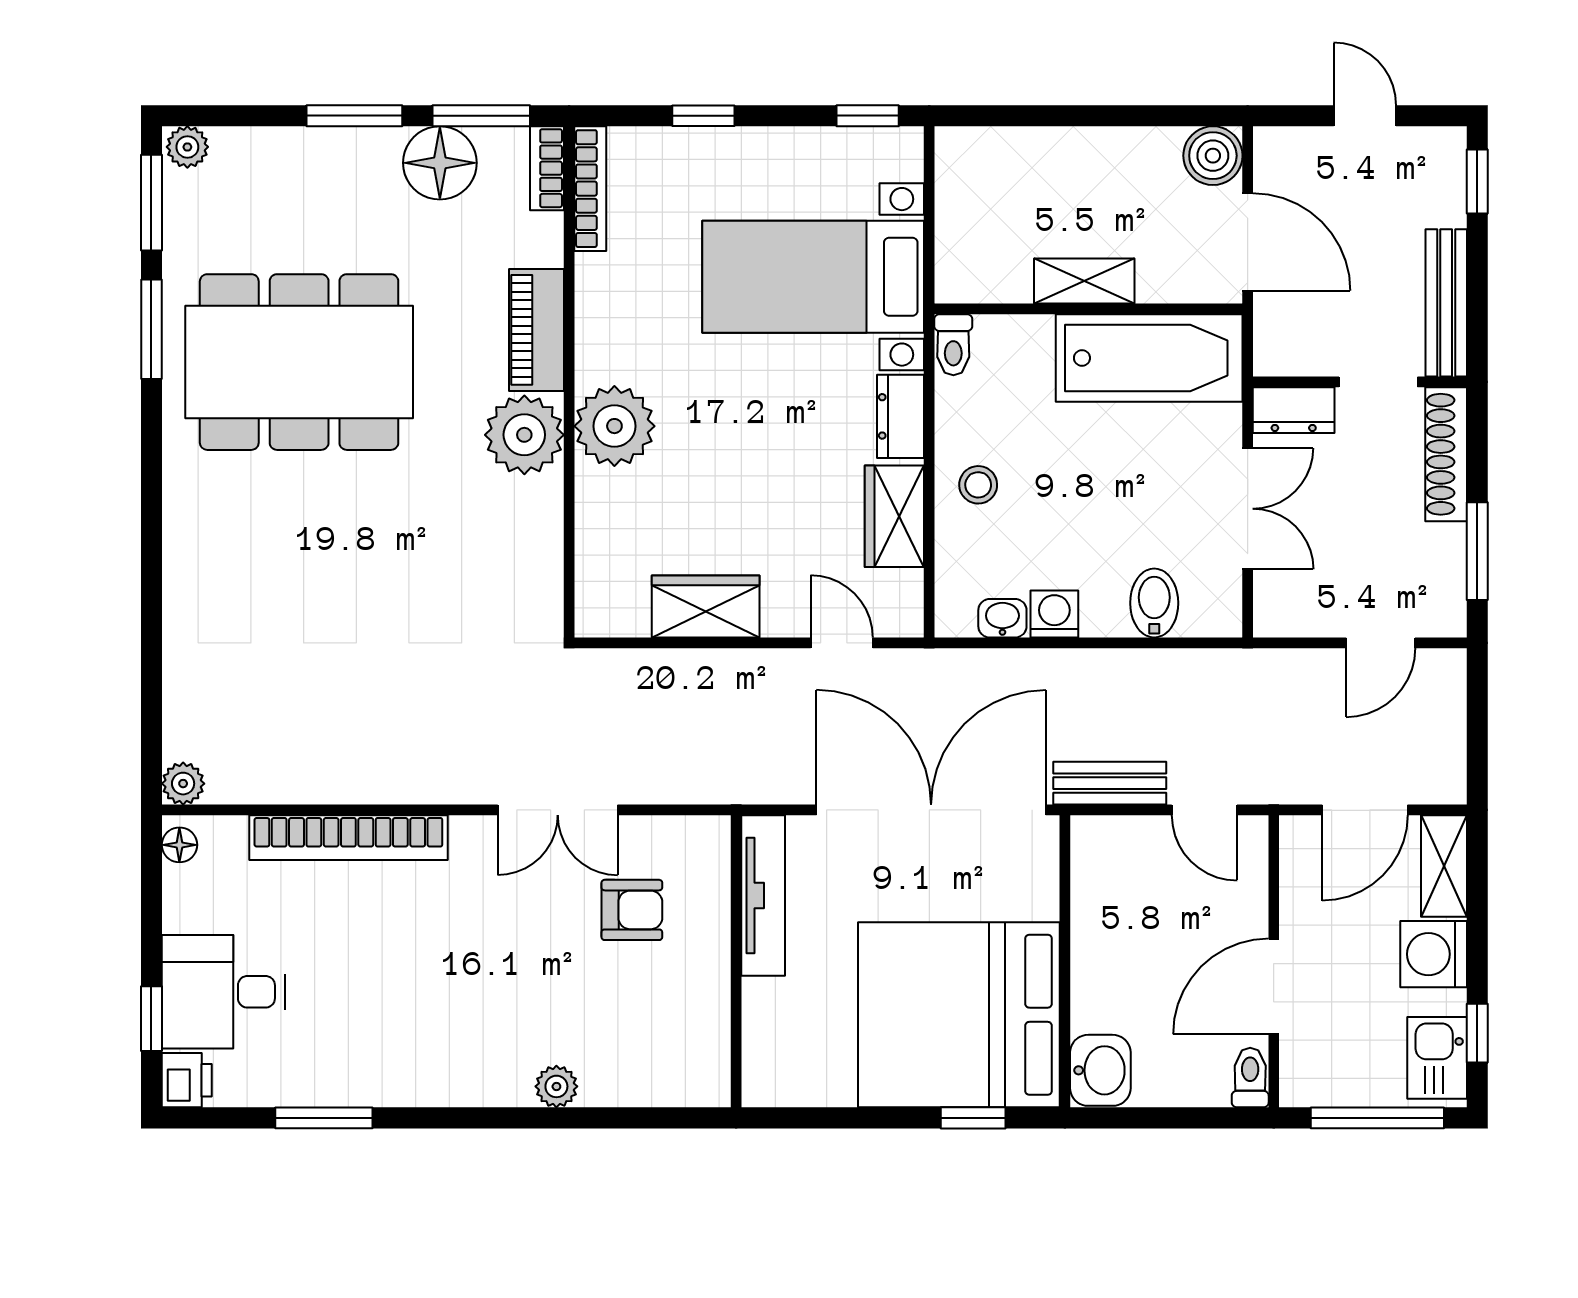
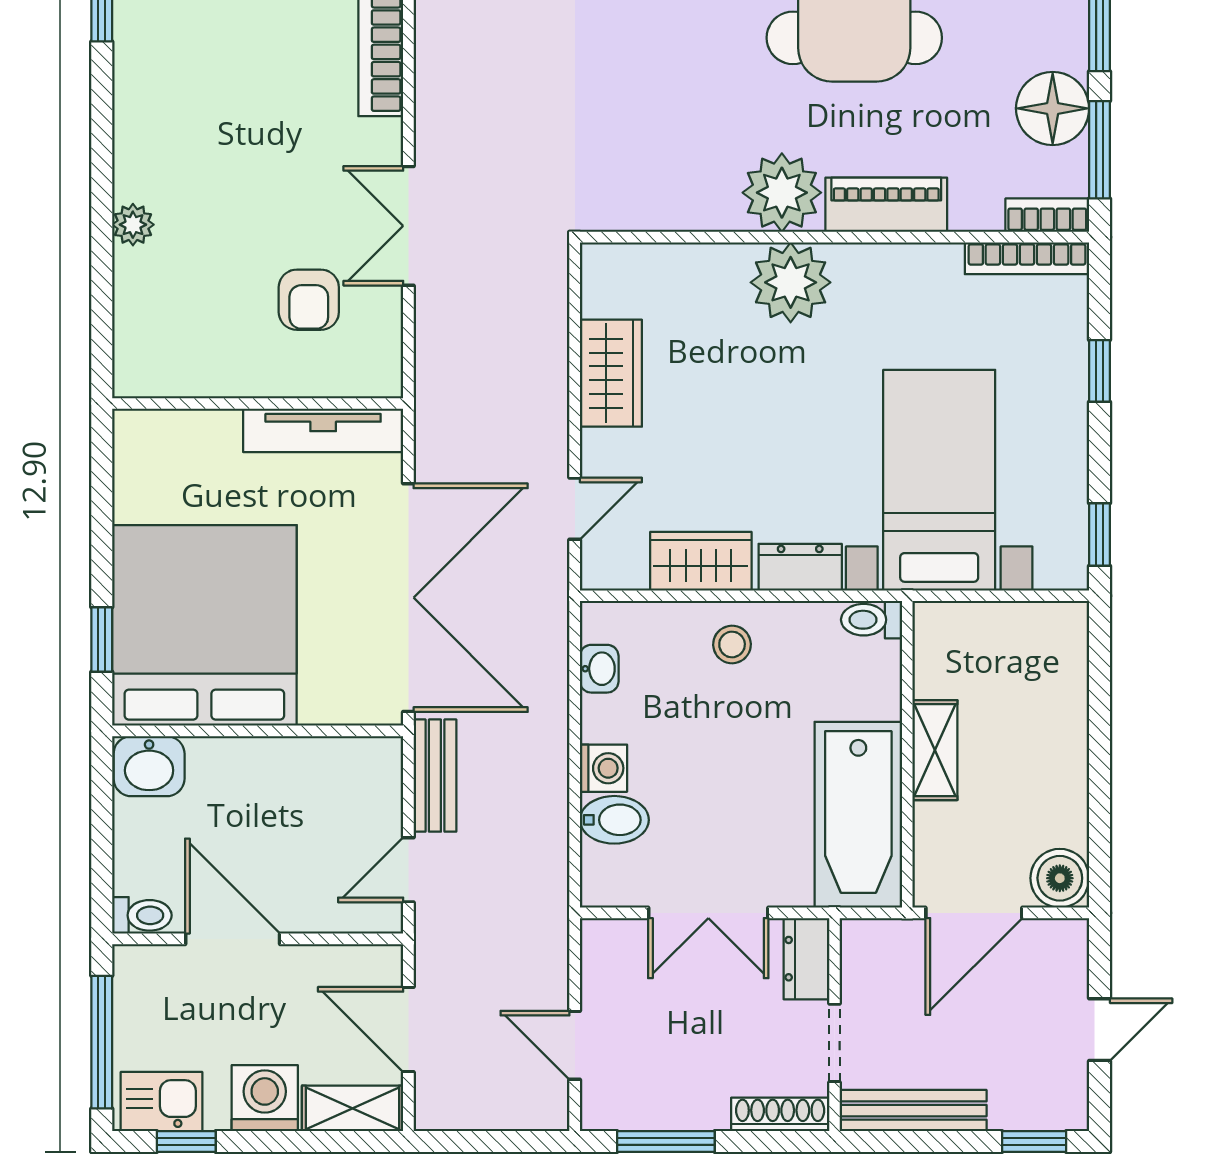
shoe rack: (1446, 454) -> (780, 1114), width x0.74, depth x0.81
washing machine: (1054, 614) -> (603, 768), moved

